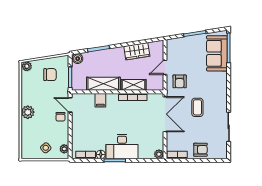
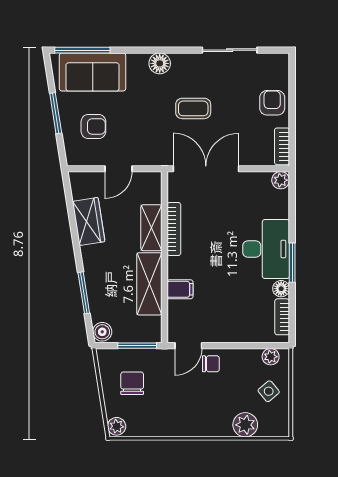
door: (165, 67) -> (118, 169), hinge flipped
armchair: (180, 81) -> (93, 126), moved
floor lamp: (222, 89) -> (160, 63), added
plant: (28, 112) -> (245, 425), moved

